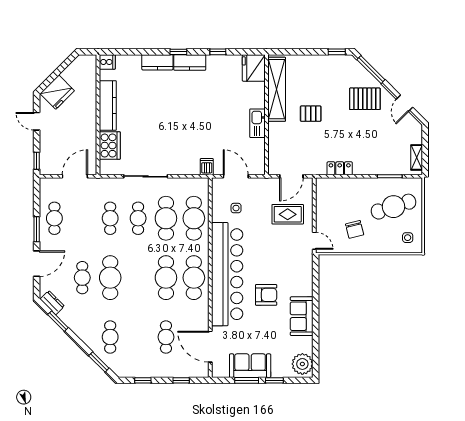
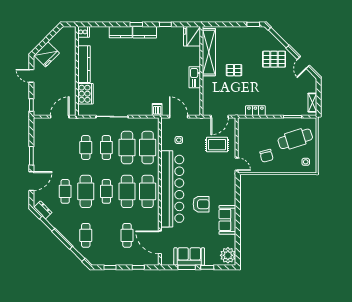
cafe table: (54, 218) -> (106, 191), moved

